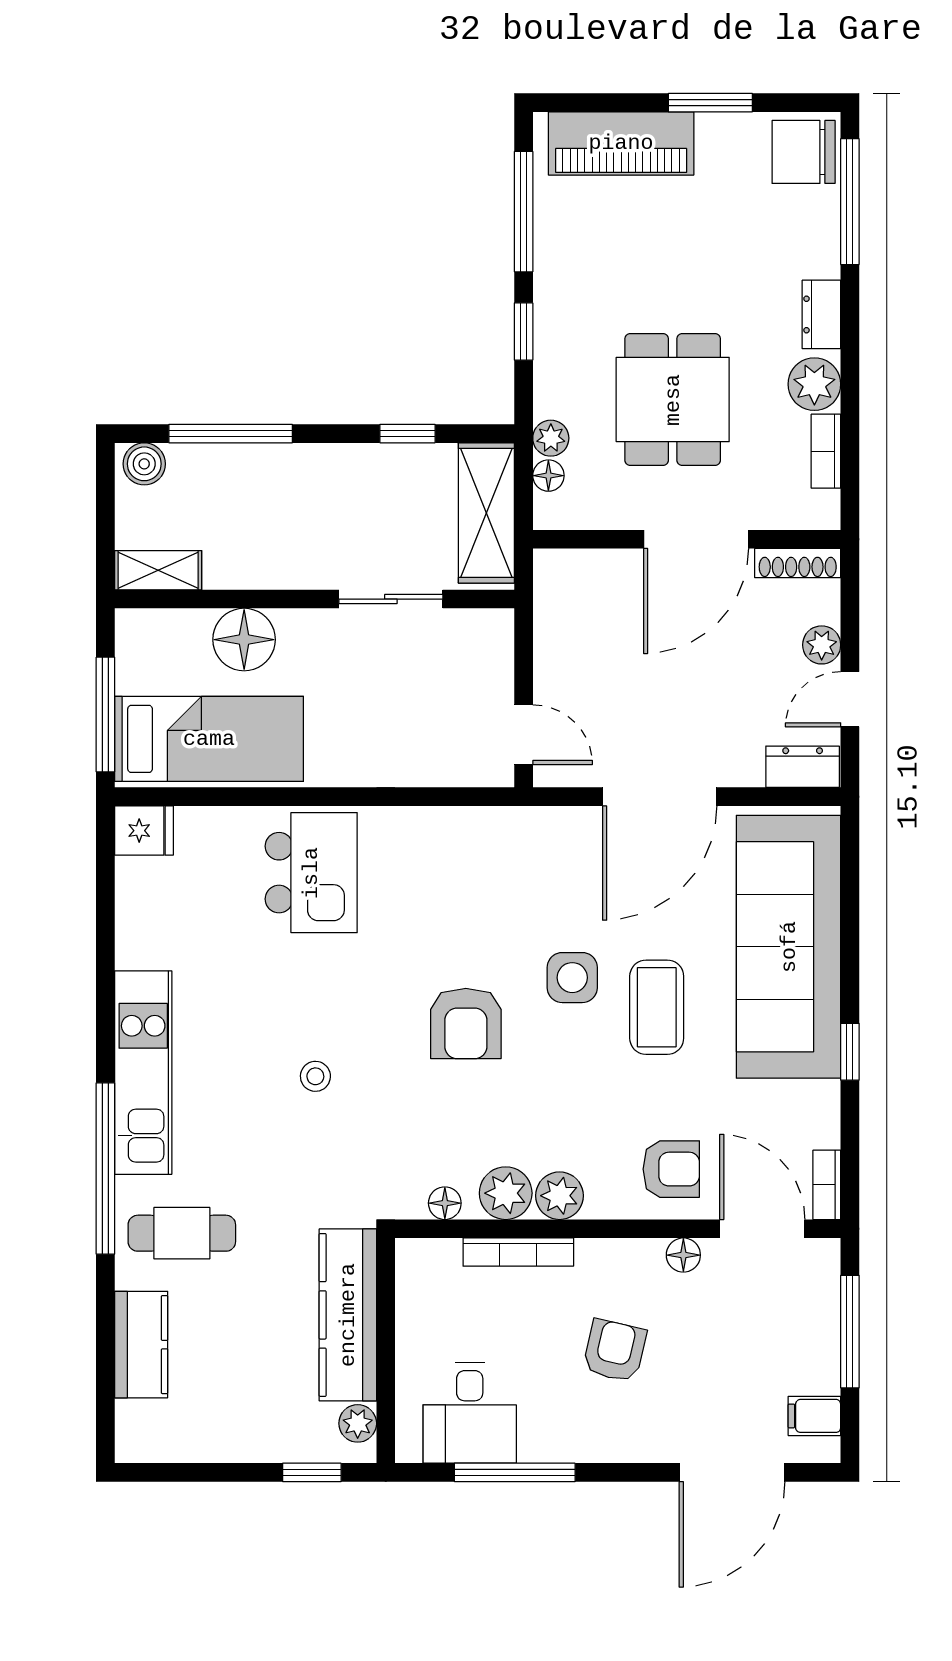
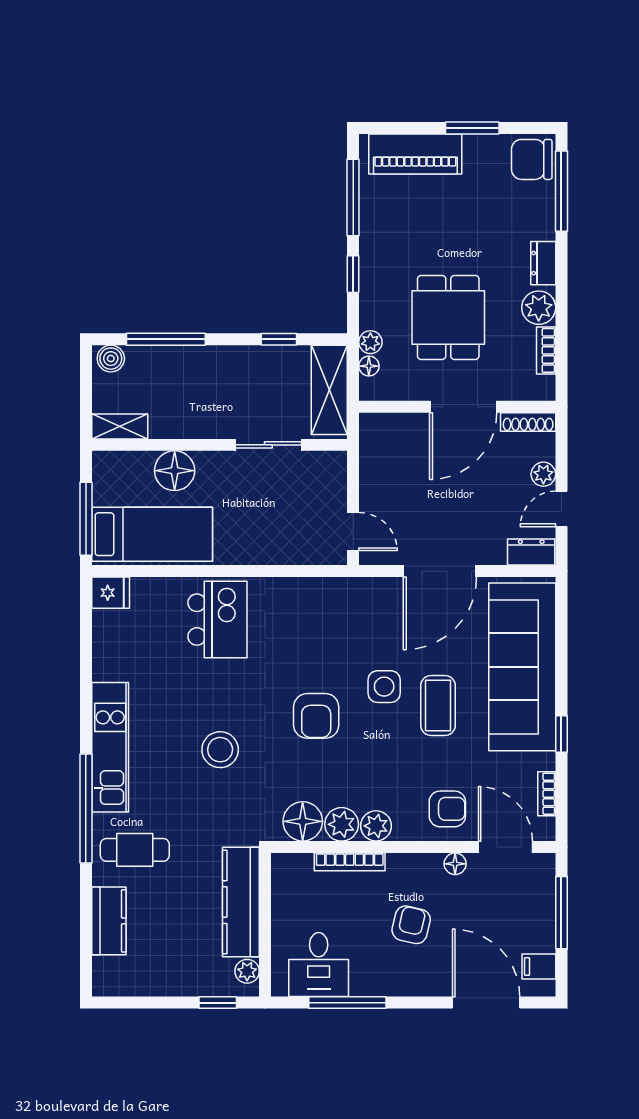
stool: (315, 1076) -> (220, 750), width x1.89, depth x1.89
bookcase: (827, 1185) -> (547, 794), moved
floor lamp: (445, 1203) -> (303, 821), width x1.89, depth x1.89
door: (732, 1472) -> (486, 1003), swing flipped

